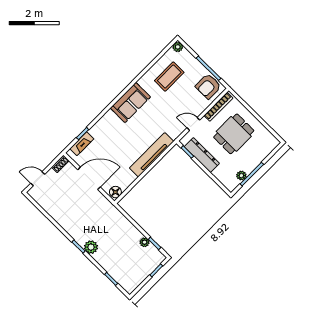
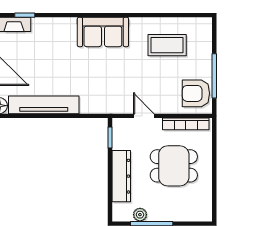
plant: (178, 47) -> (205, 24), removed
tv unit: (152, 155) -> (44, 105), moved
dresser: (202, 155) -> (121, 176), moved

